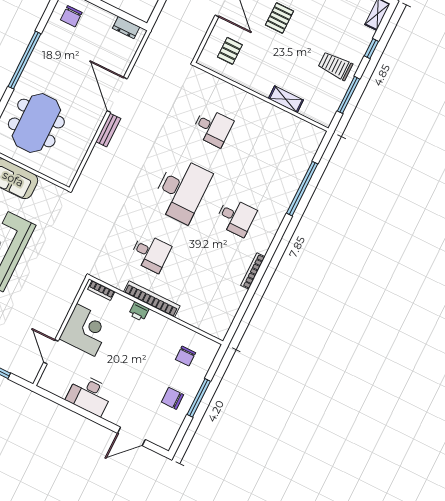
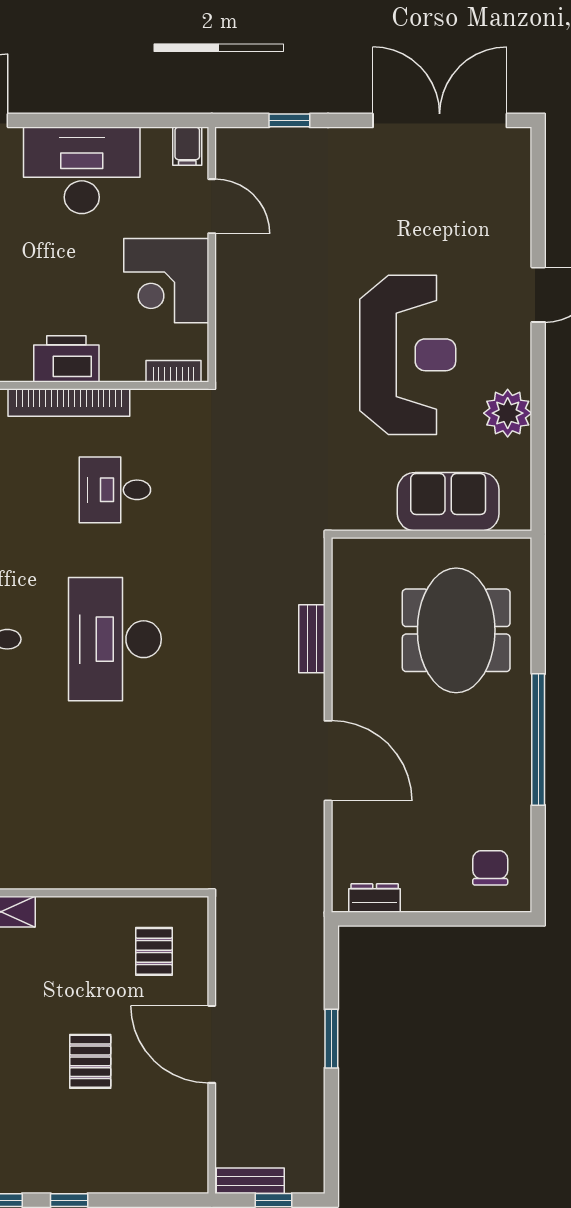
desk: (212, 127) -> (115, 789), removed
bench: (108, 130) -> (312, 639), moved
printer: (139, 312) -> (66, 359), width x1.87, depth x1.48
filing cabinet: (49, 382) -> (187, 146), added
desk: (90, 395) -> (82, 170), width x1.36, depth x1.30

